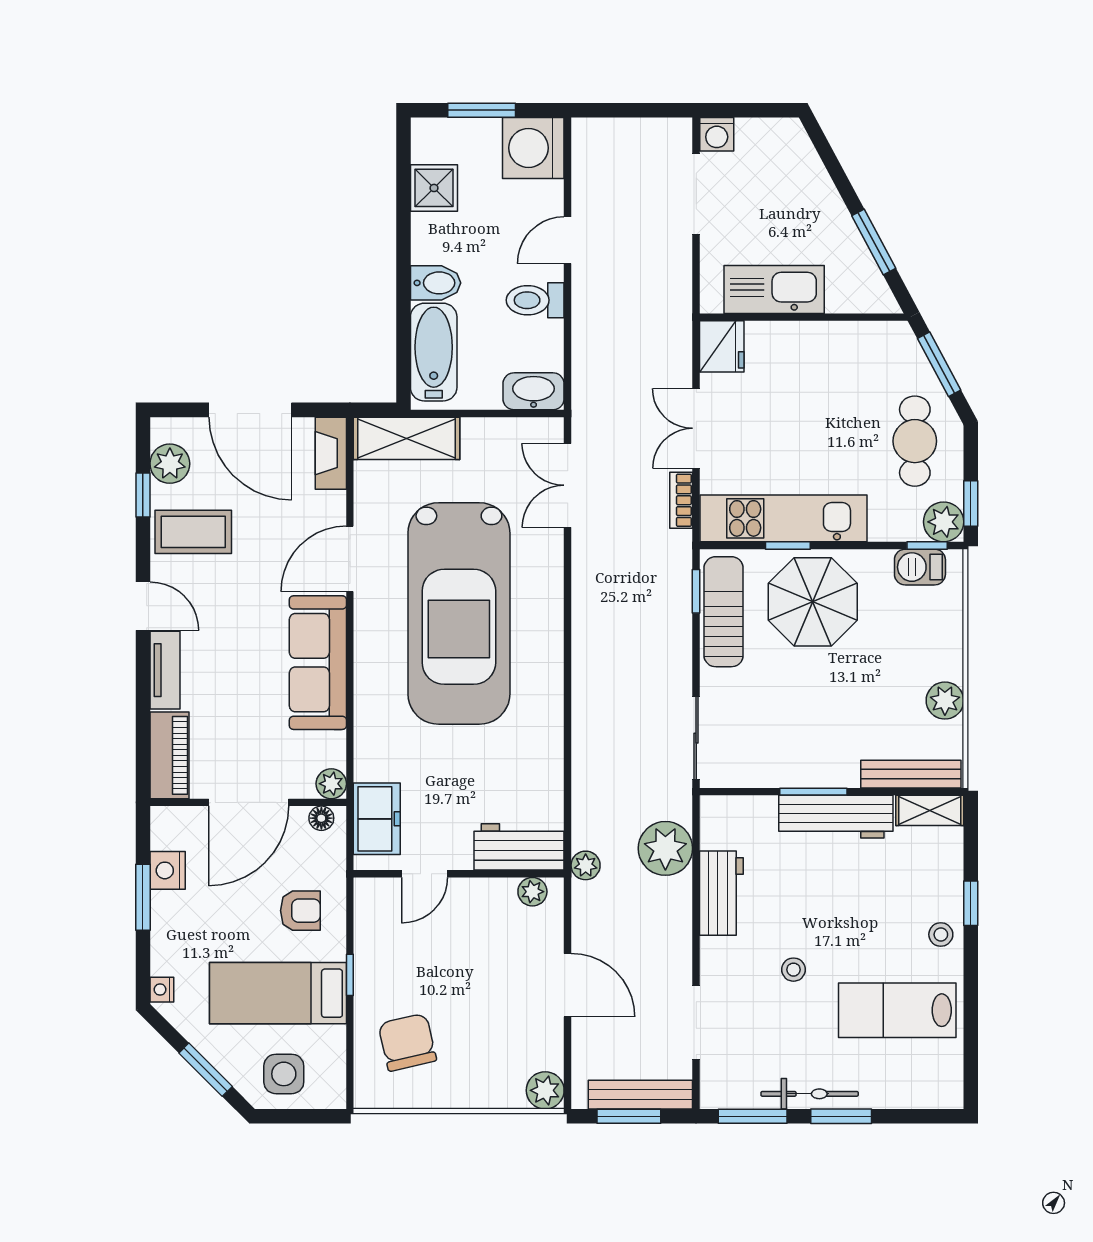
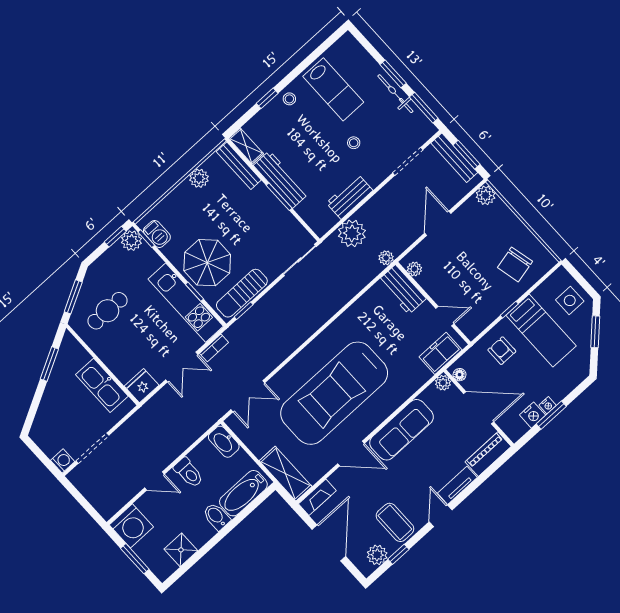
cafe table: (915, 441) -> (108, 311), moved
car: (459, 613) -> (334, 393), turned 180
nightstand: (162, 990) -> (548, 405), moved

